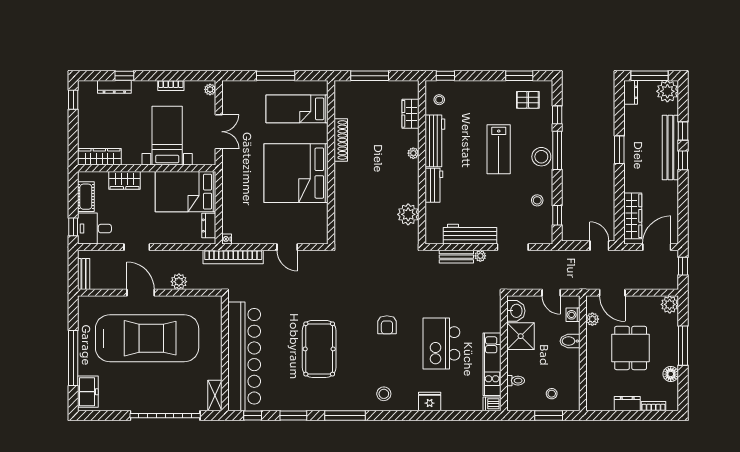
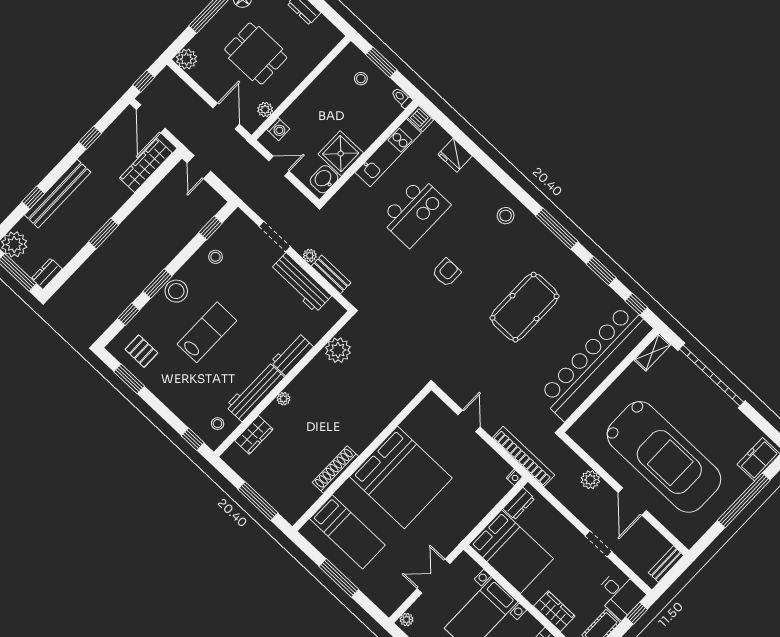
window: (557, 150) -> (158, 284), width x0.69
window: (683, 160) -> (90, 138), moved
door: (657, 247) -> (151, 119), hinge flipped
door: (551, 293) -> (279, 166), hinge flipped
car: (147, 338) -> (664, 457), turned 180
bidet: (570, 341) -> (302, 109), removed
dining table: (631, 348) -> (256, 53), turned 90
toilet: (516, 381) -> (402, 98), moved
fridge: (430, 402) -> (455, 155), moved

